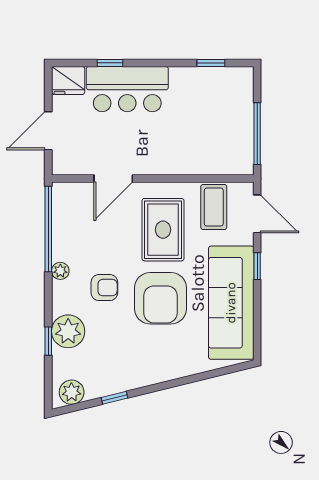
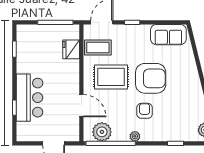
fridge: (68, 80) -> (71, 49), moved, turned 180
sofa: (231, 303) -> (168, 35), width x0.54, depth x0.79
plant: (68, 331) -> (102, 132), moved

